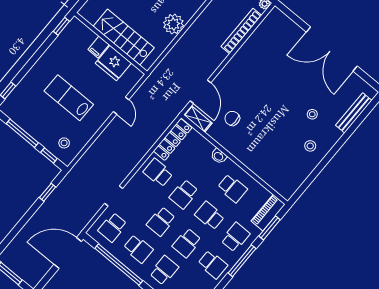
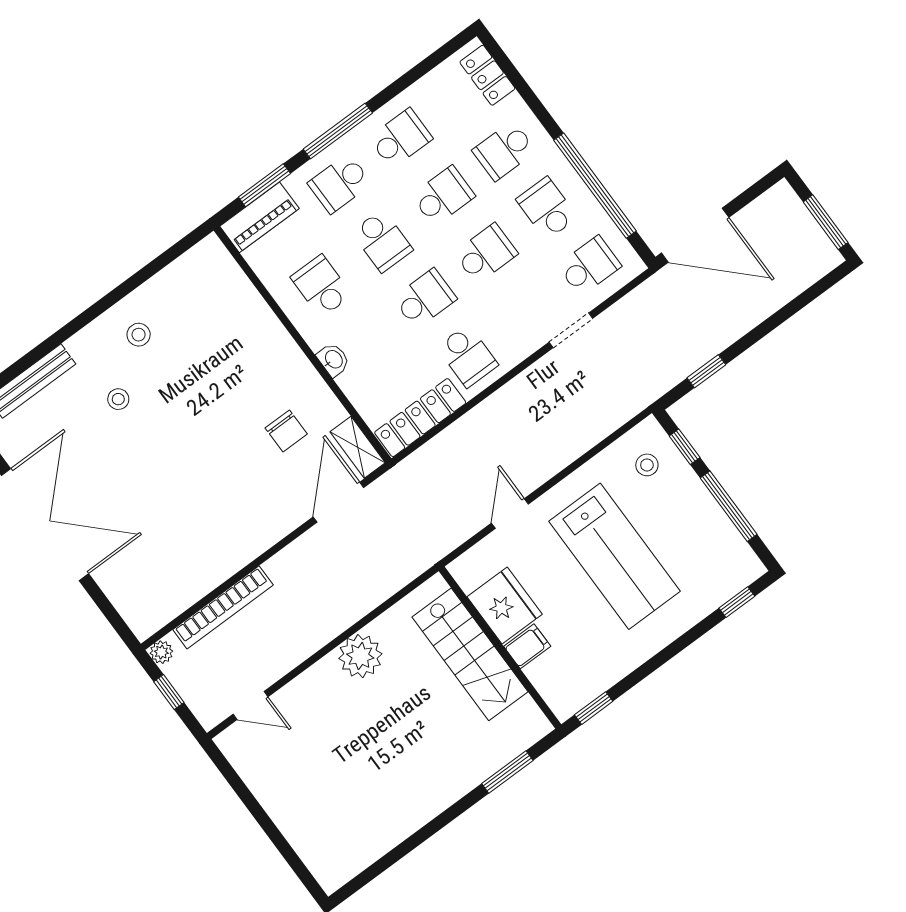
lab bench: (69, 98) -> (614, 556), width x1.36, depth x1.39
school desk: (213, 264) -> (401, 138), turned 90

